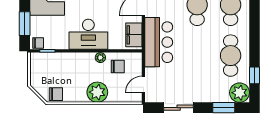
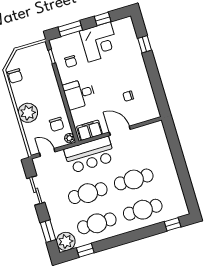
desk: (88, 34) -> (79, 94), width x0.73
chair: (38, 43) -> (71, 61), moved
cafe table: (197, 56) -> (88, 193), added
plant: (100, 58) -> (70, 138), moved

